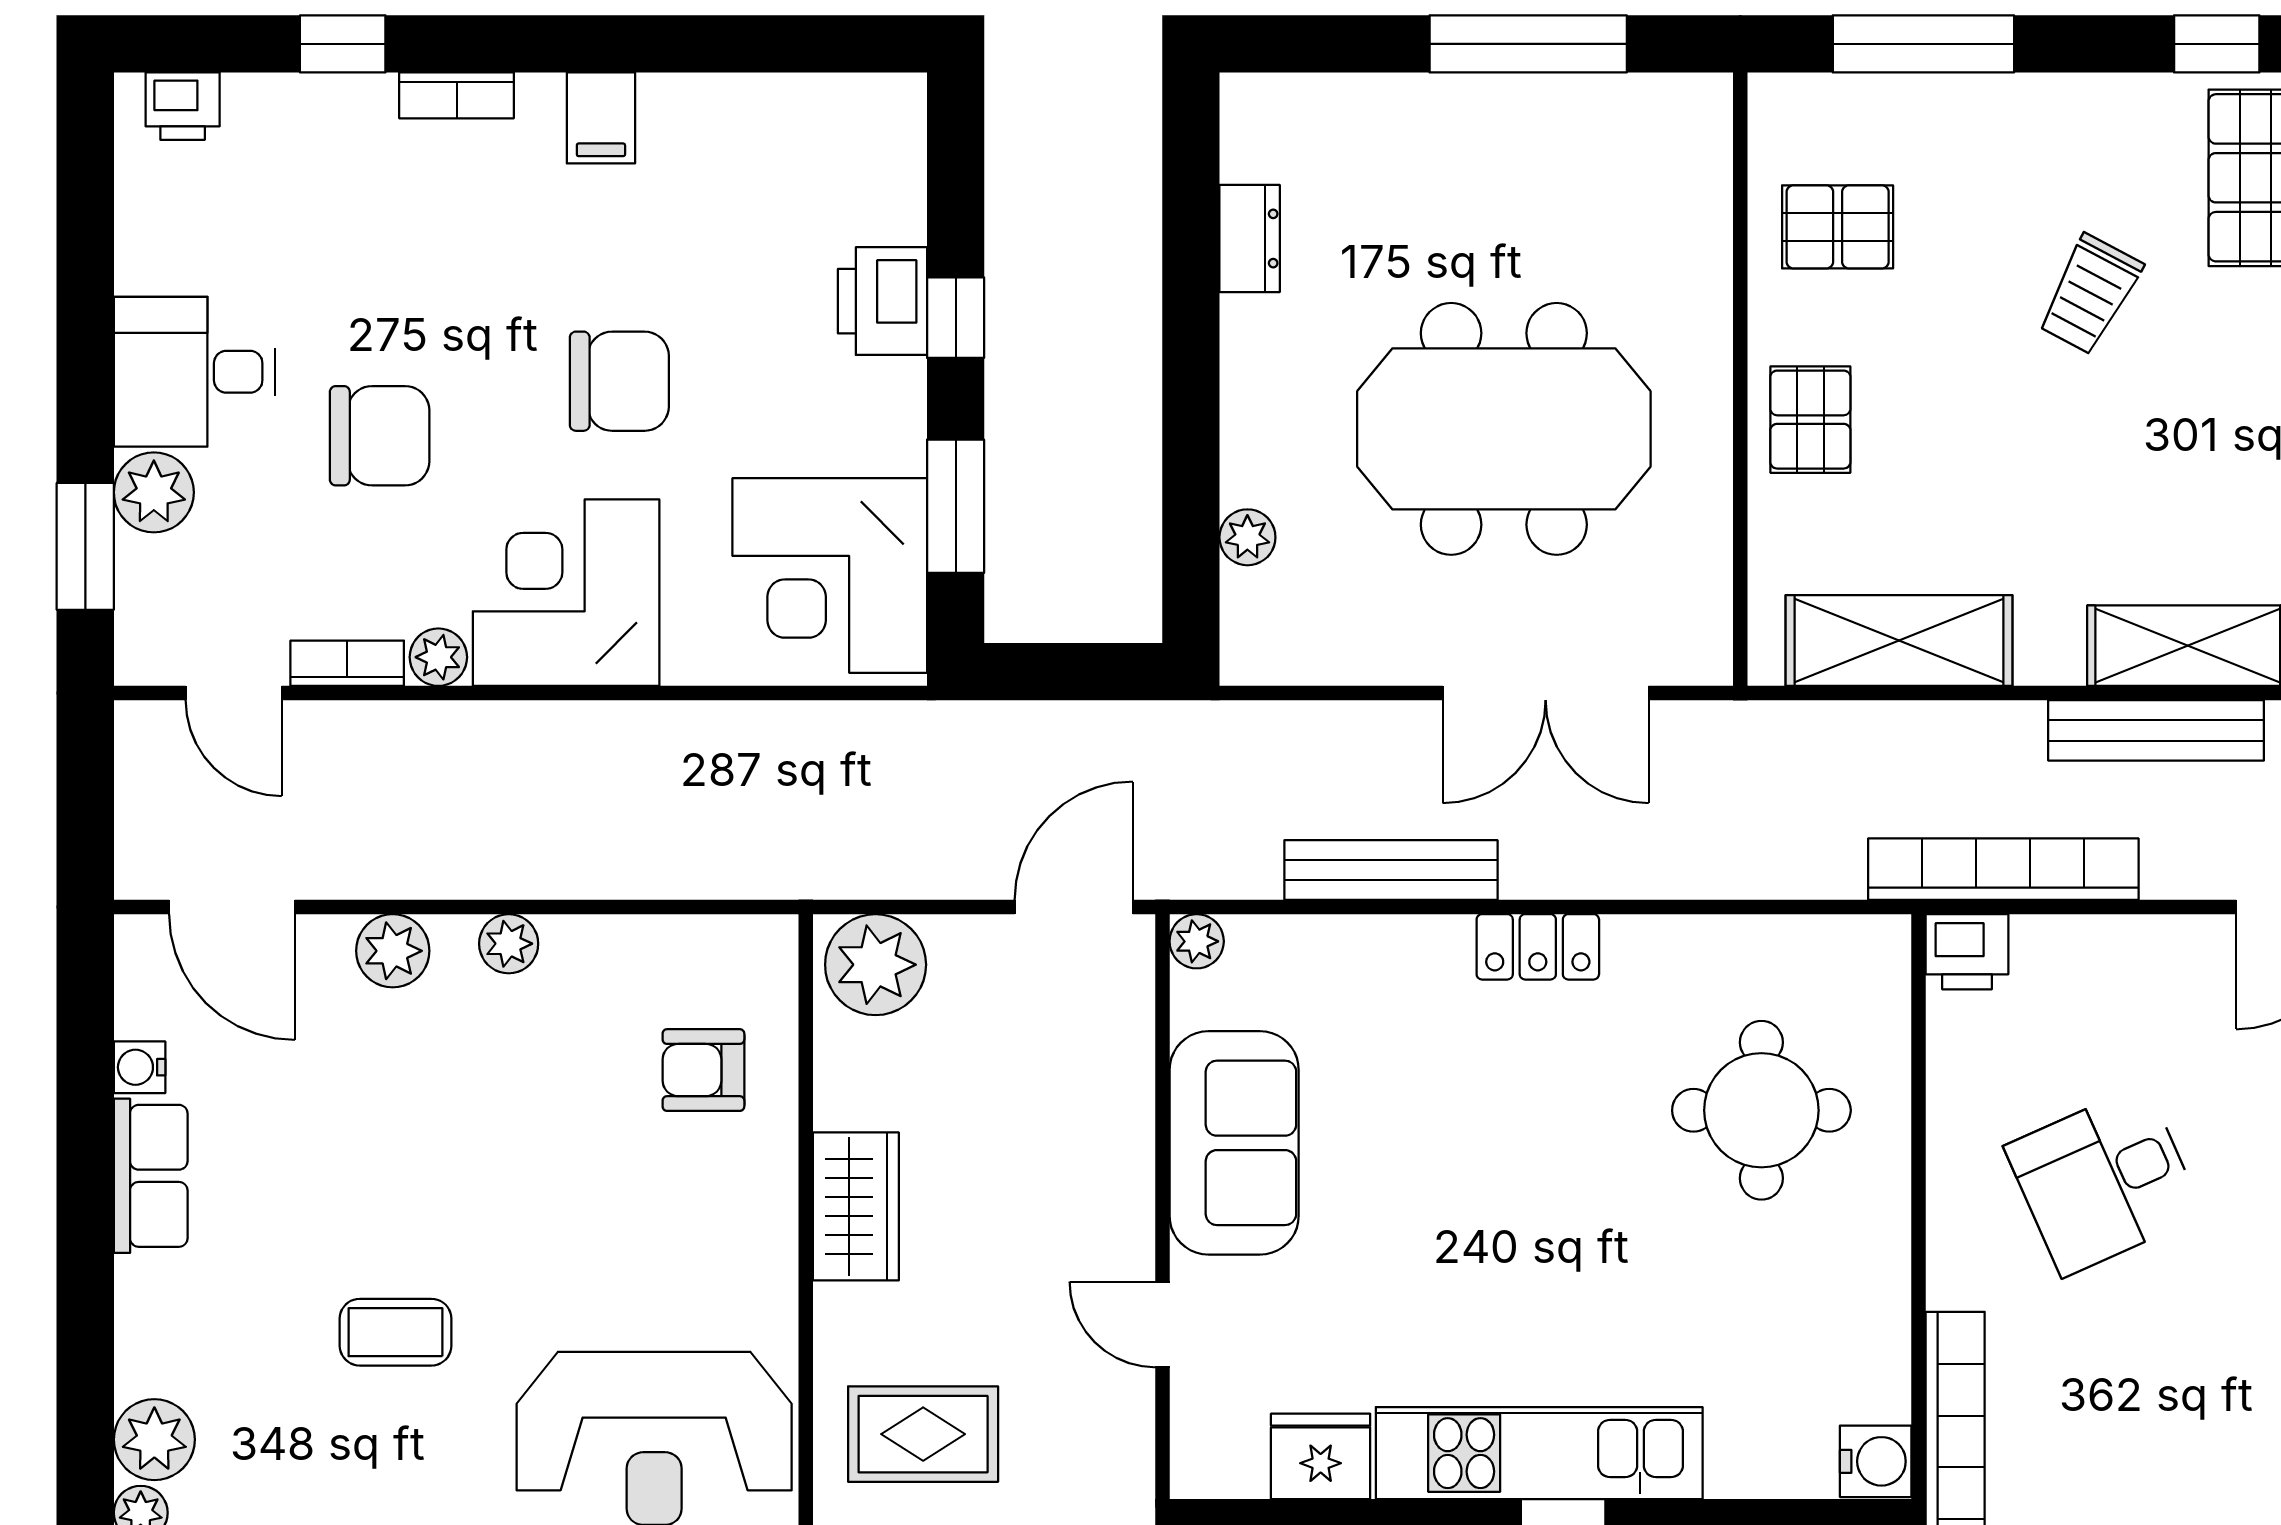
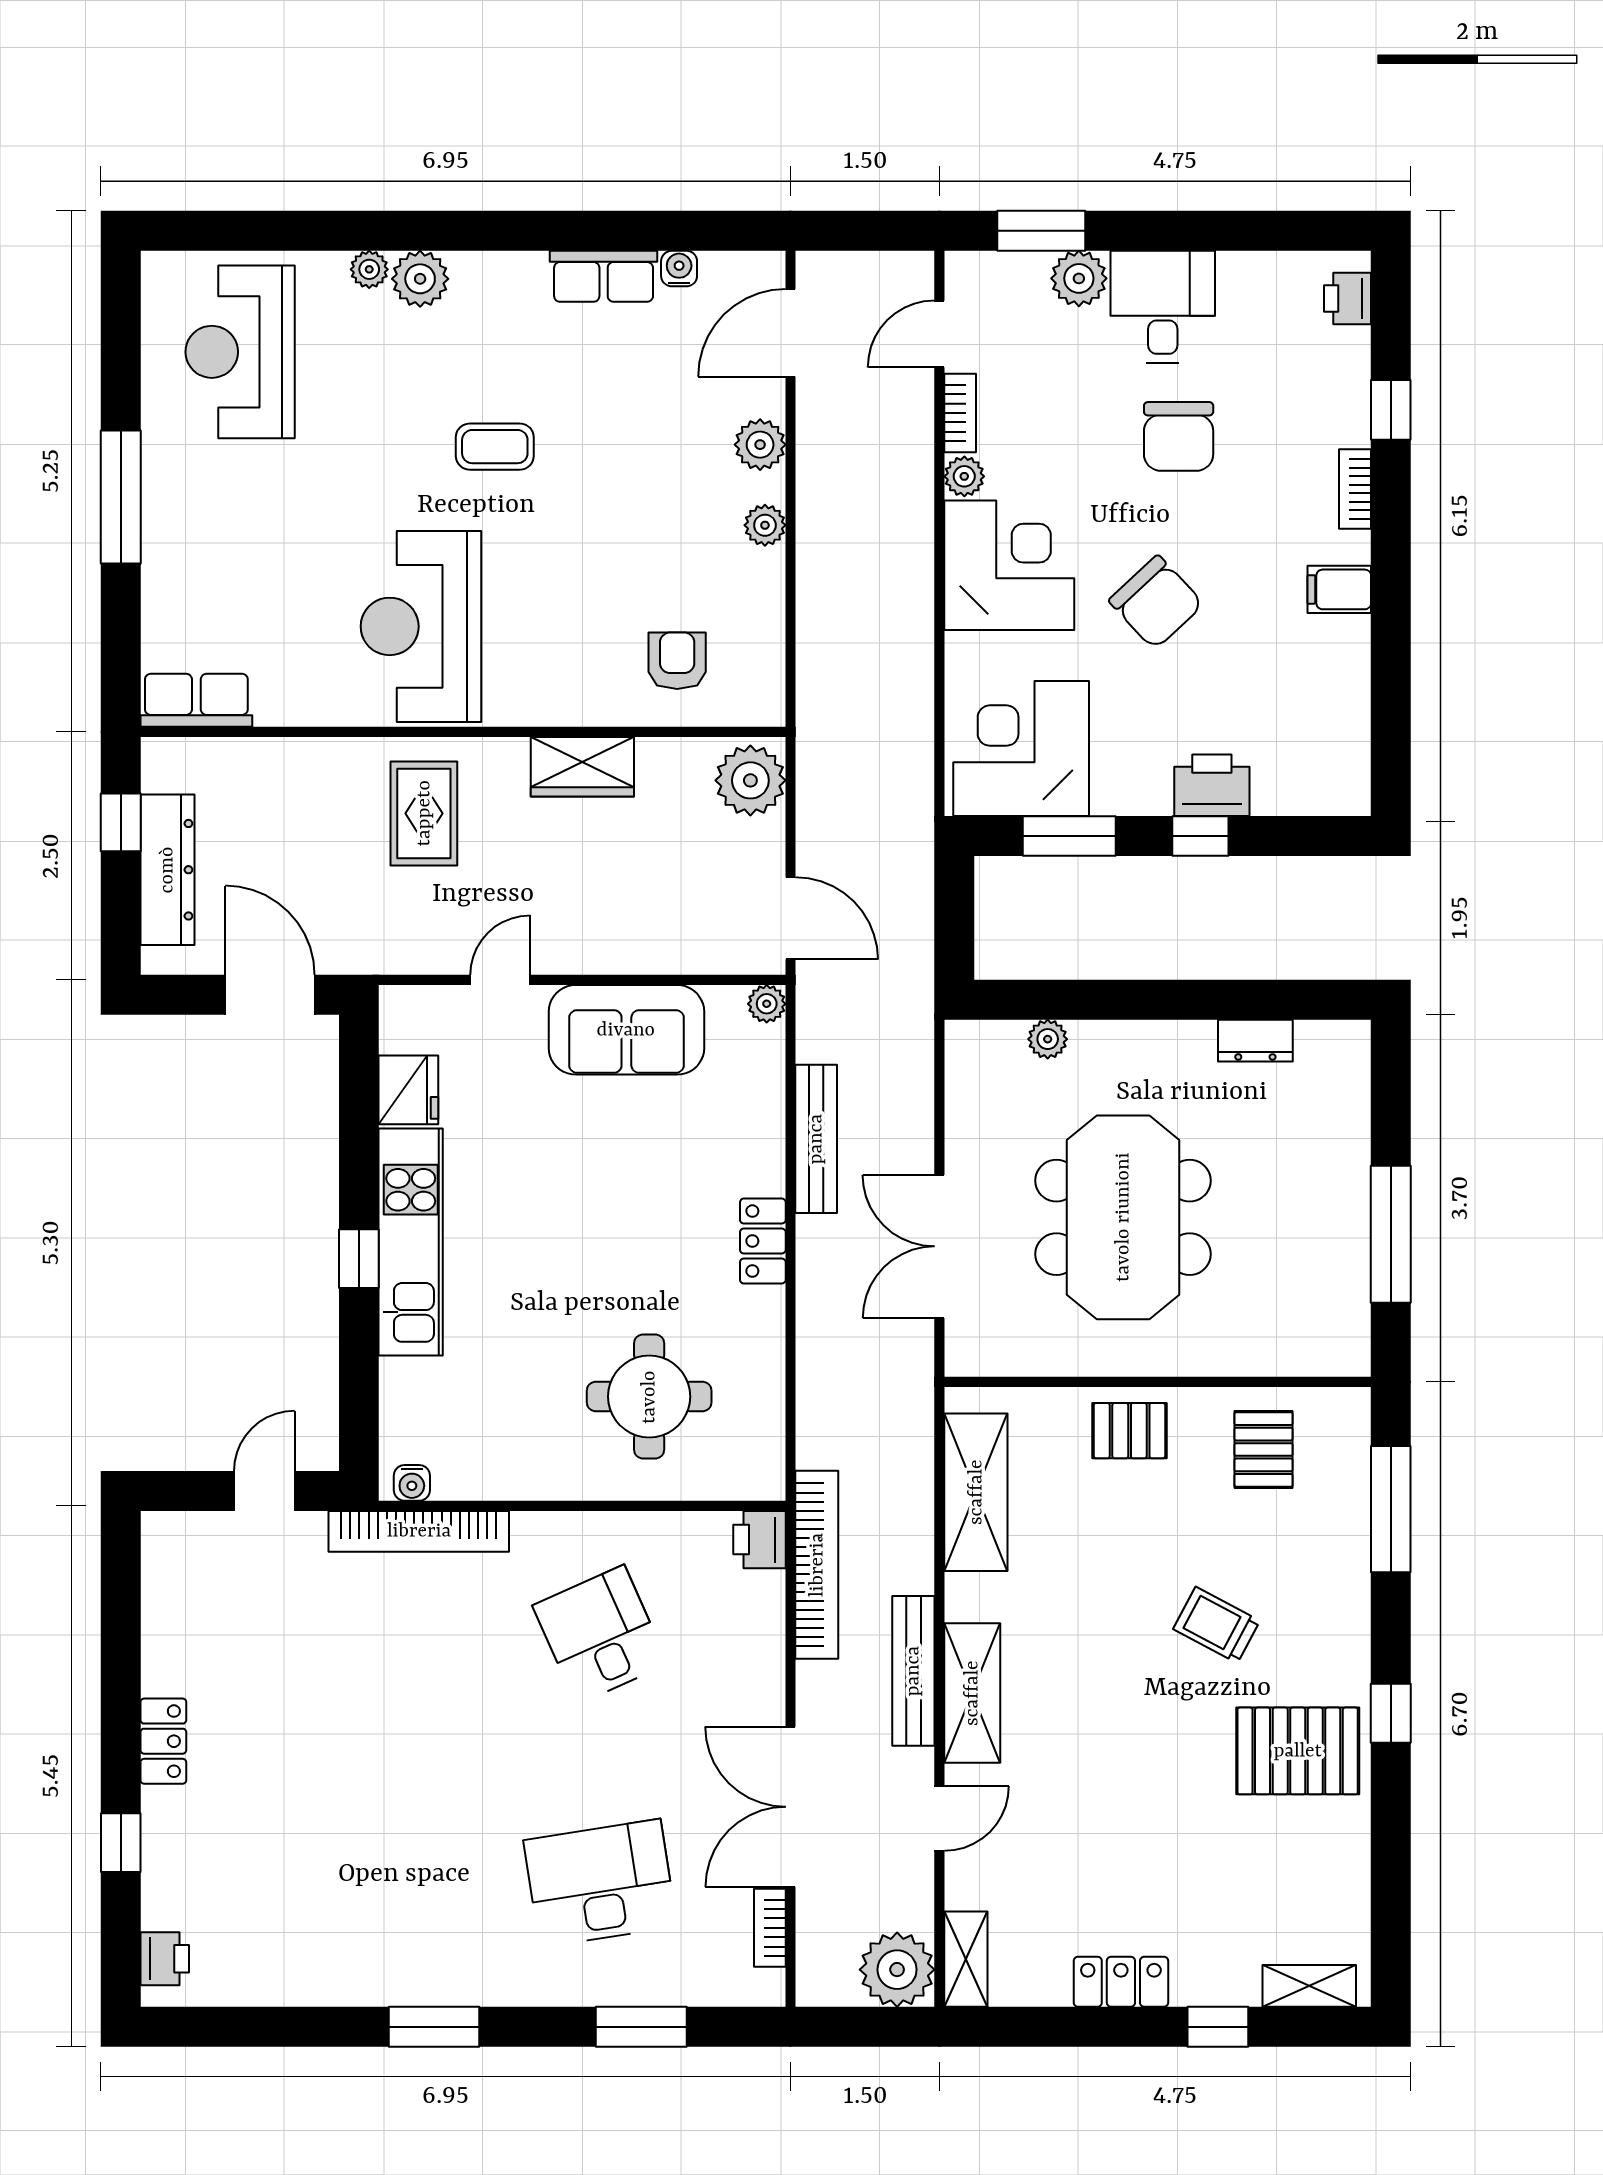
chair: (619, 381) -> (1156, 602), turned -43
chair: (380, 436) -> (1179, 436), moved
coffee table: (396, 1332) -> (495, 447), turned 90
water cooler: (1876, 1461) -> (412, 1483), width x0.72, depth x0.72

